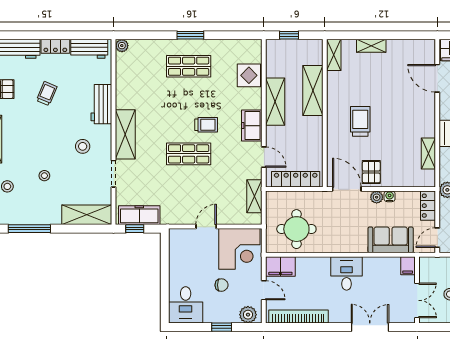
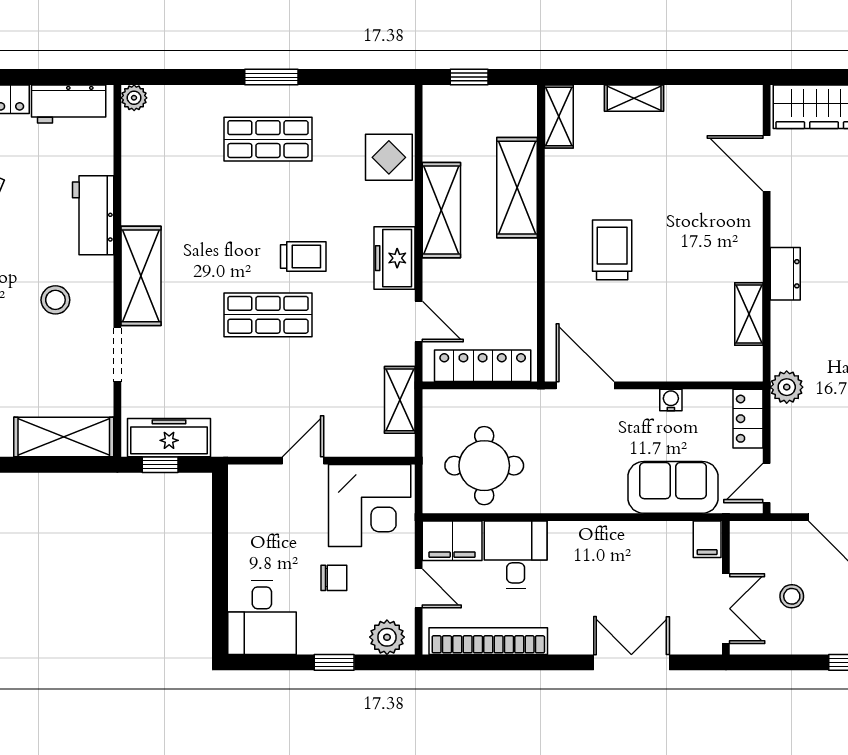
pallet: (371, 172) -> (634, 351), removed
plant: (377, 197) -> (645, 402), removed
desk: (347, 273) -> (516, 555), moved

